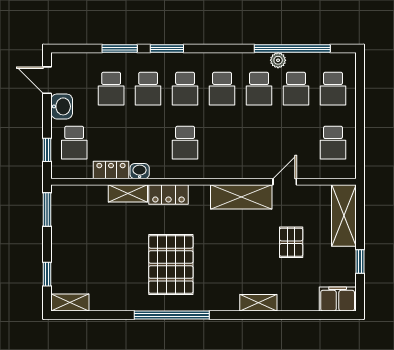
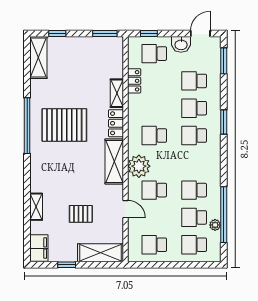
window: (120, 49) -> (224, 61), moved
plant: (278, 60) -> (215, 225), moved
school desk: (222, 89) -> (154, 190), moved
plant: (227, 164) -> (139, 166), added
washbasin: (140, 171) -> (133, 102), removed
shelving: (241, 197) -> (114, 161), moved
shelving: (70, 303) -> (38, 58), width x1.50, depth x1.33
shelving: (258, 303) -> (36, 207), moved

